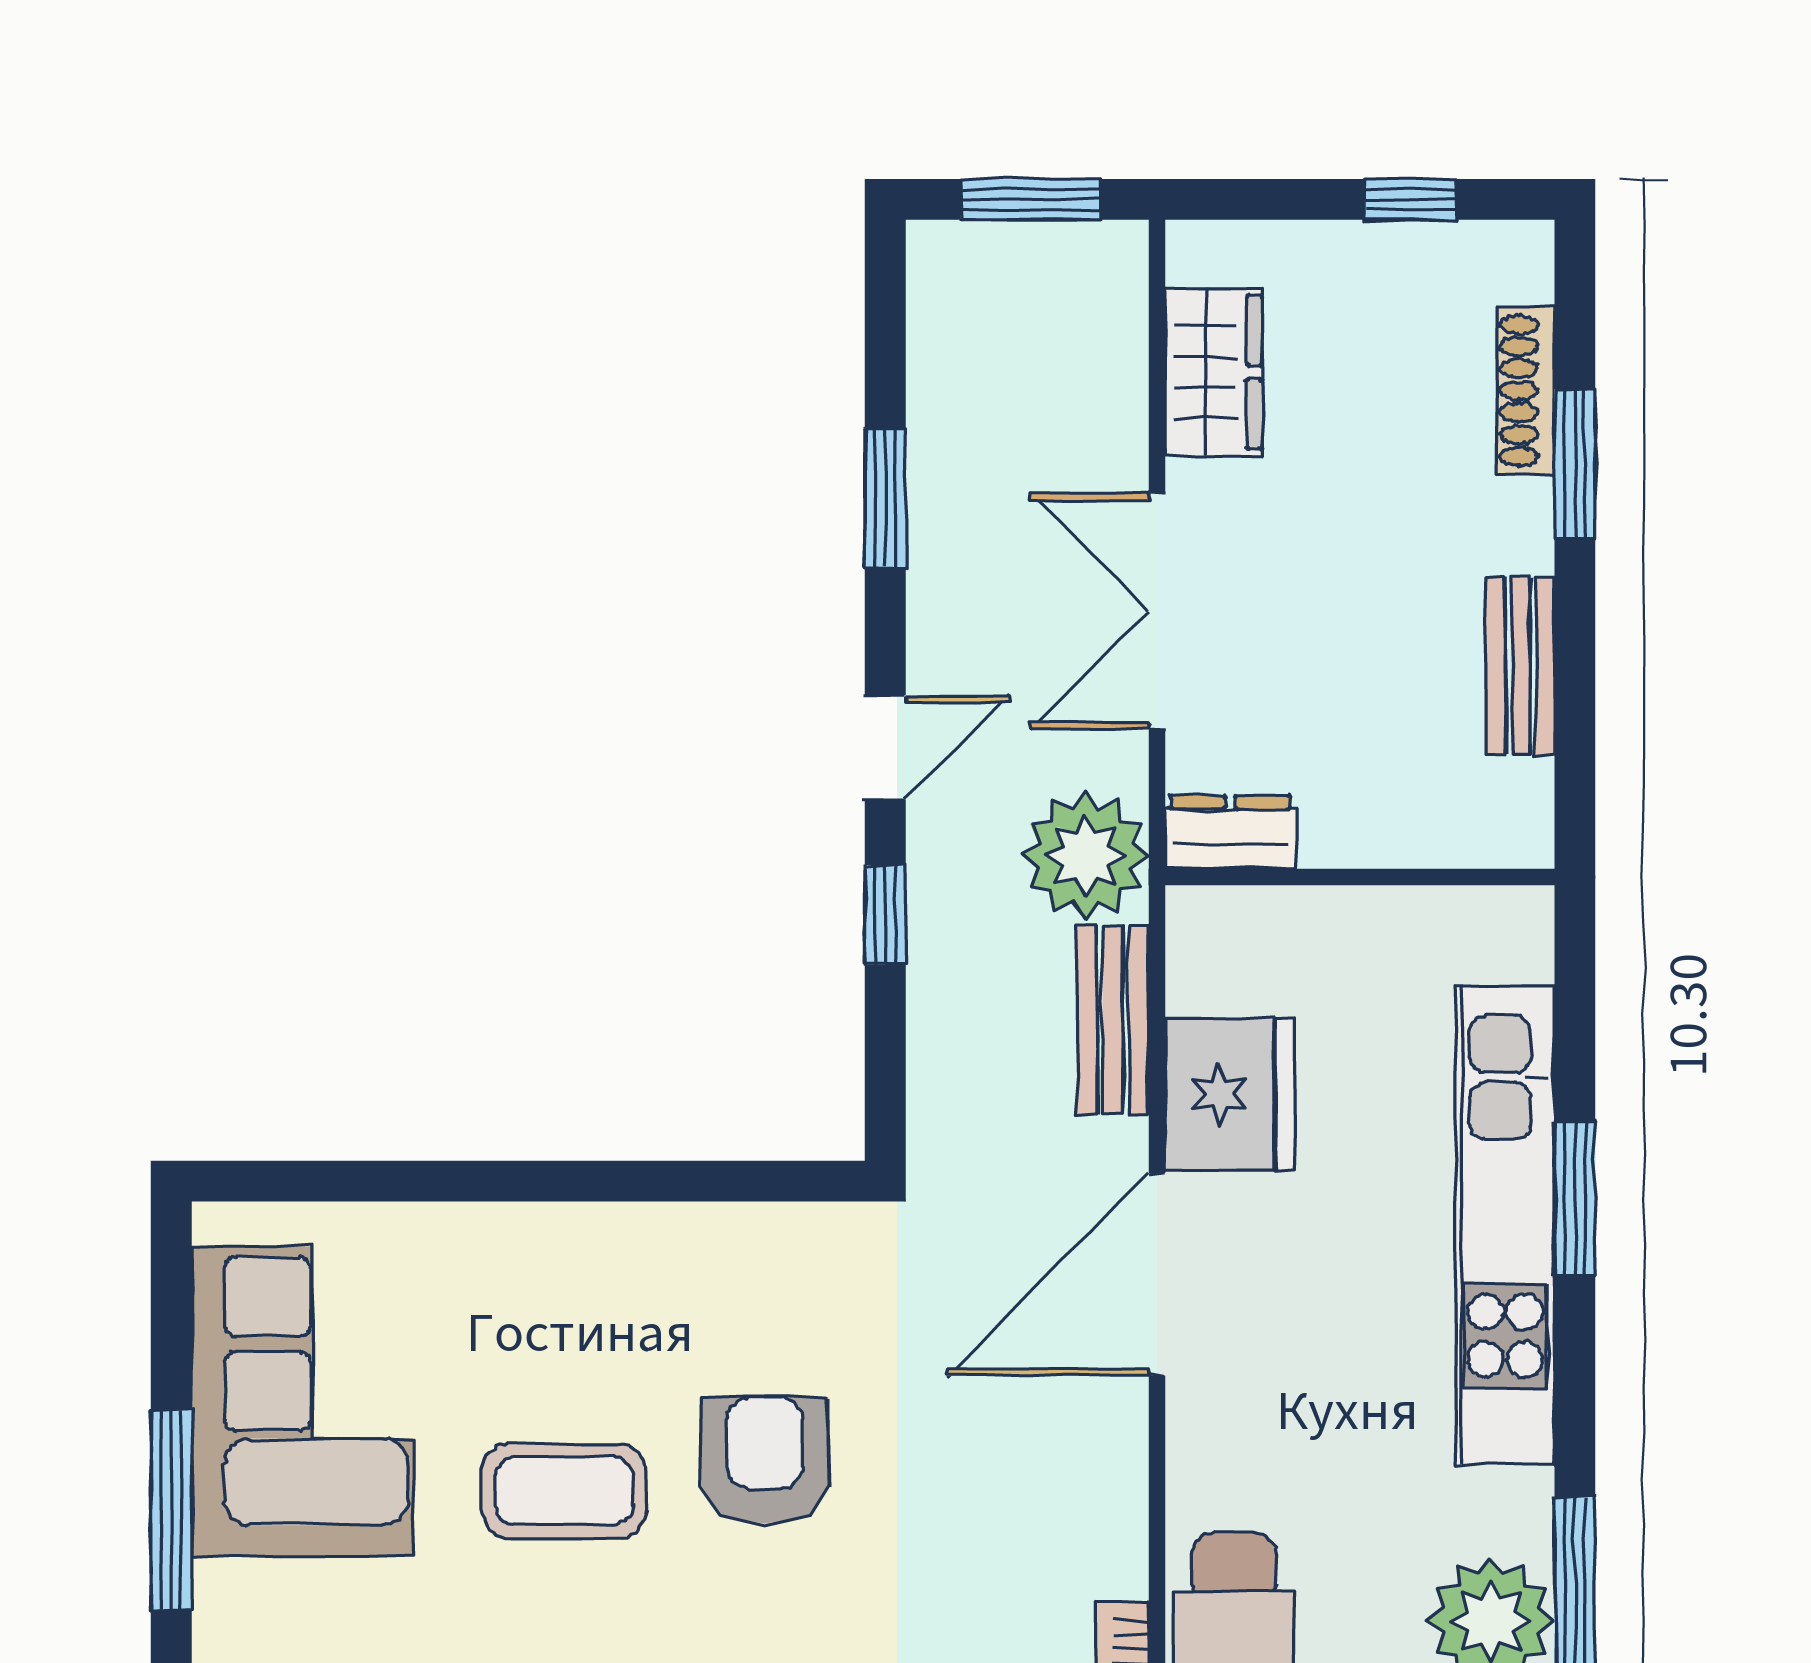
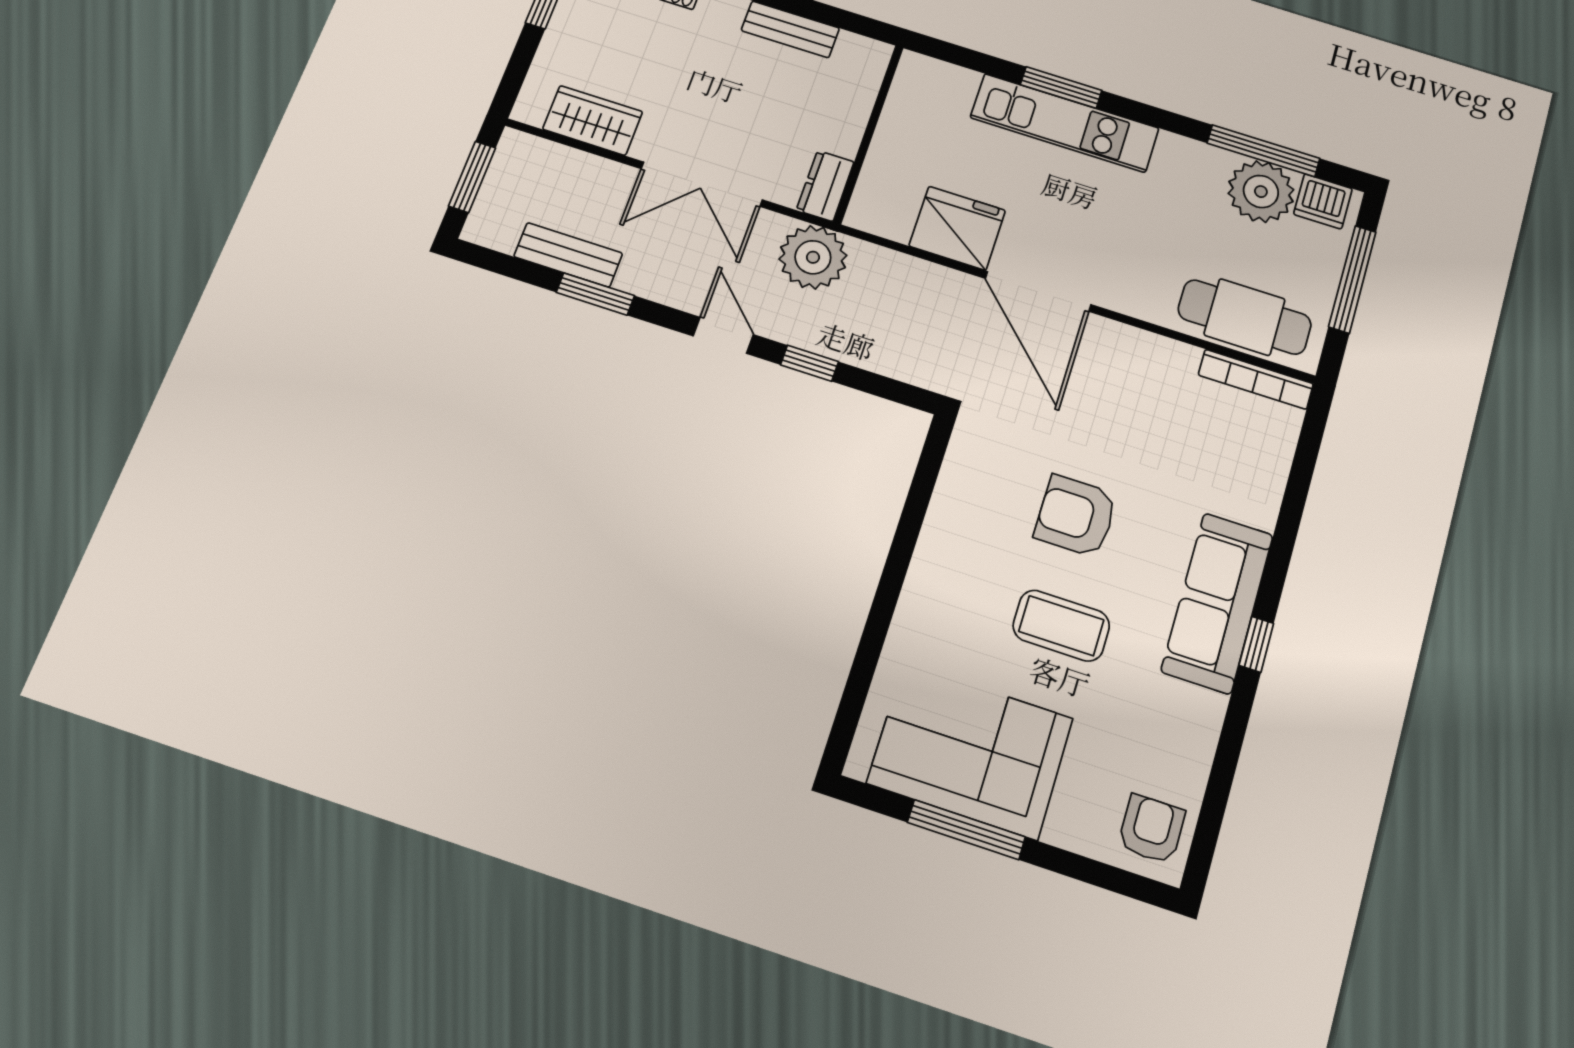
bench: (1113, 1020) -> (568, 255), moved
kitchen unit: (1505, 1226) -> (1065, 123), width x0.73
coffee table: (564, 1491) -> (1061, 626), turned 90
window: (171, 1510) -> (966, 830), moved

